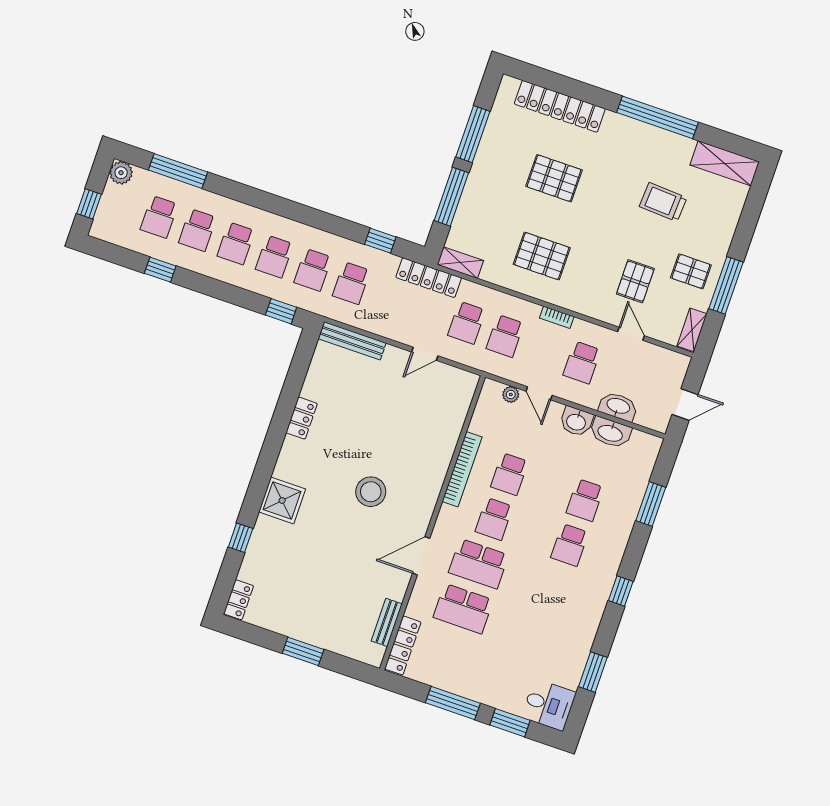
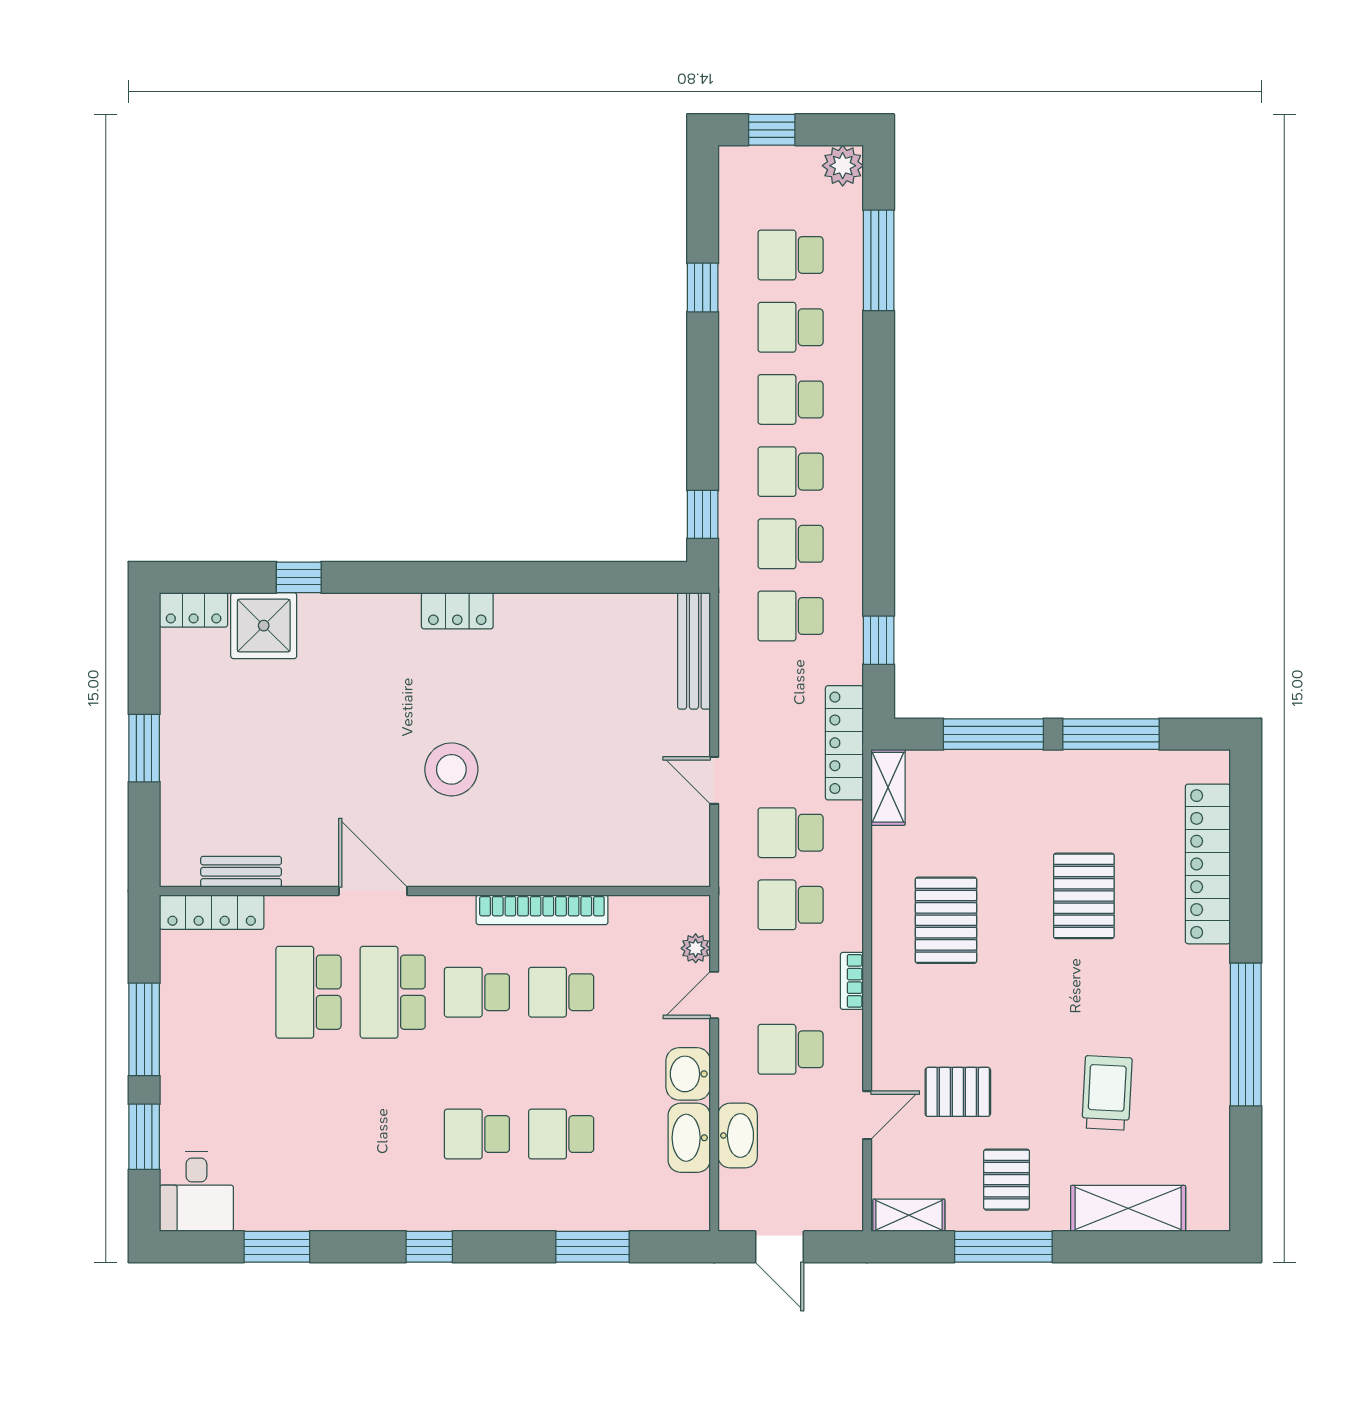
shelving: (725, 163) -> (1128, 1208), moved, turned 90
locker: (302, 418) -> (457, 611), moved
shower: (282, 500) -> (264, 626), moved

